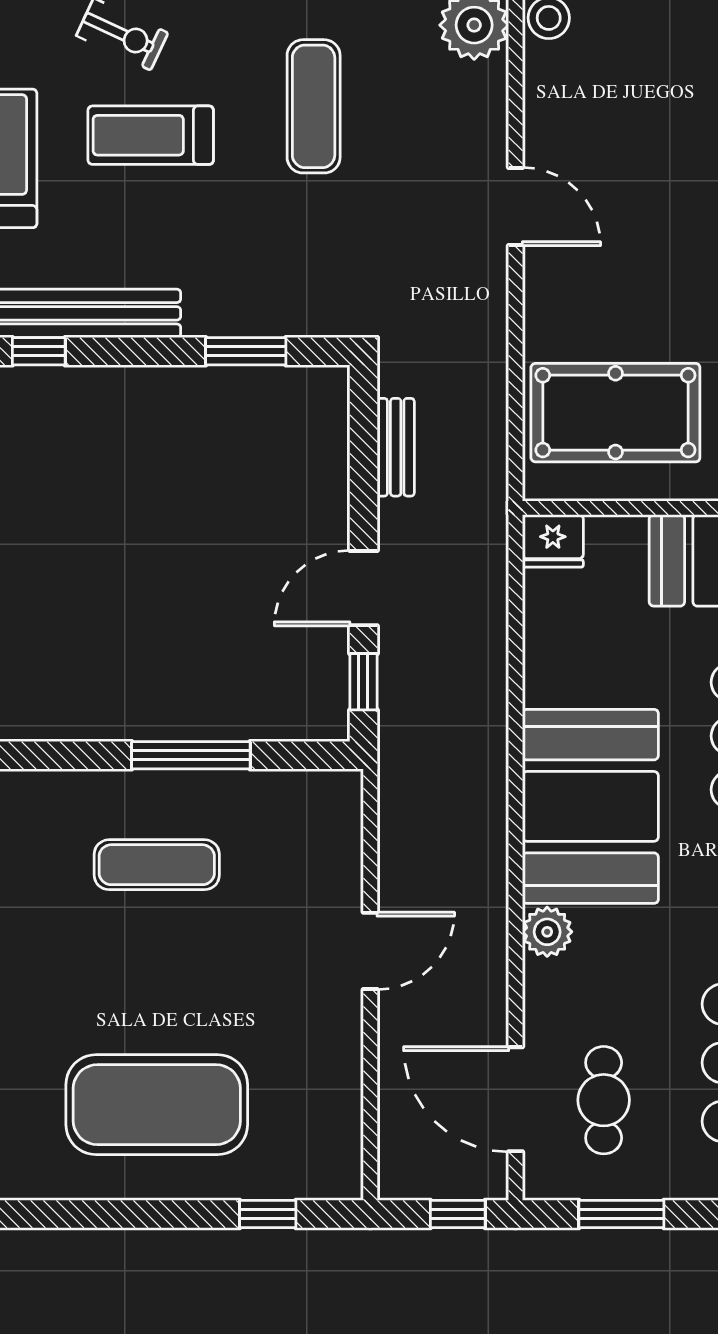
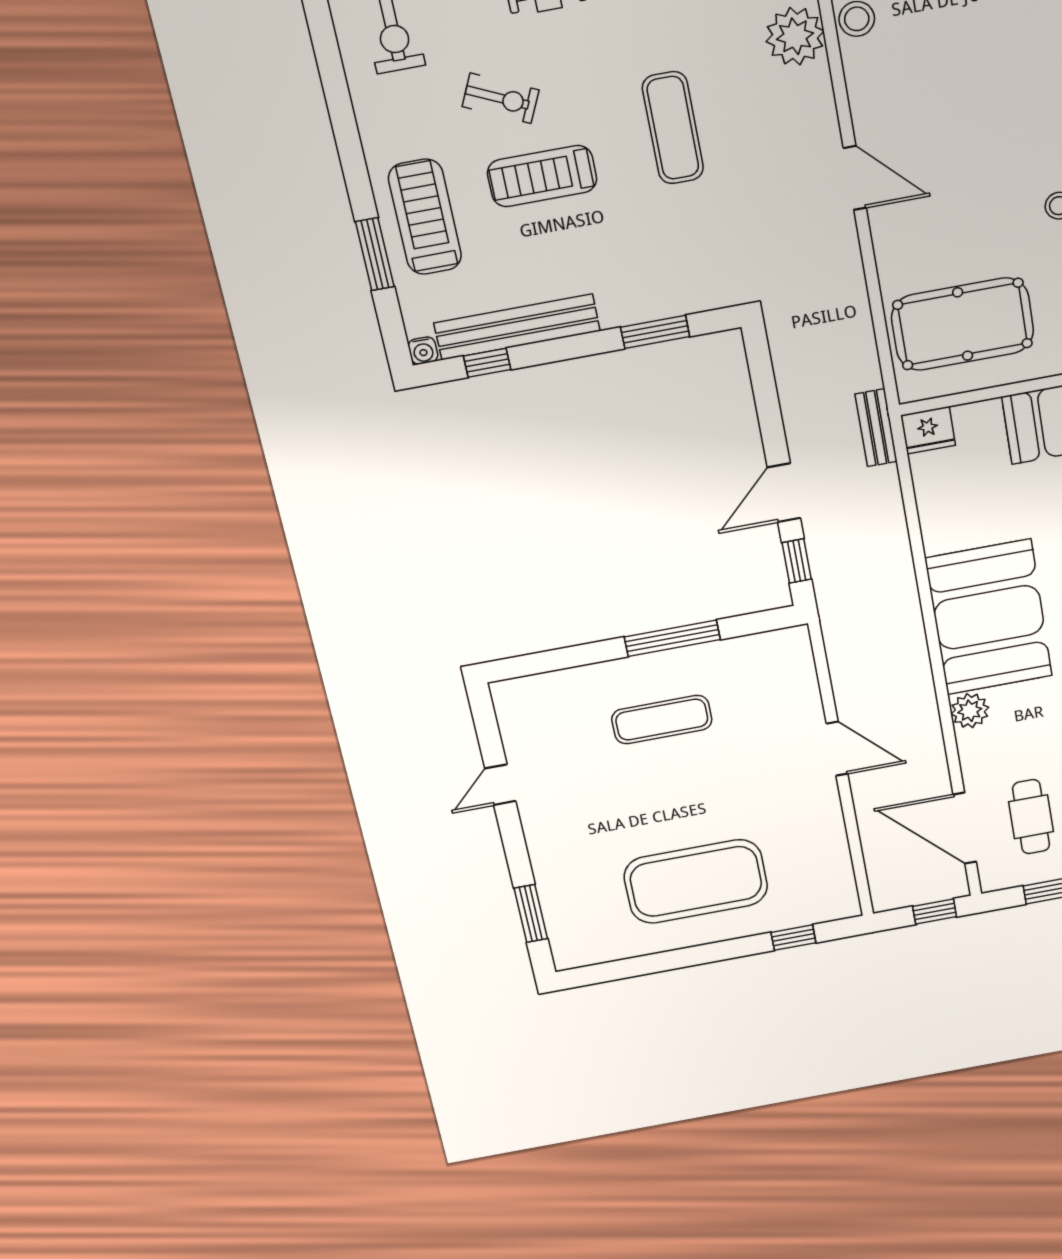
bench: (396, 447) -> (876, 428), moved
door: (370, 951) -> (837, 749), hinge flipped

